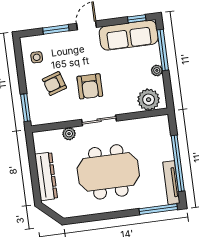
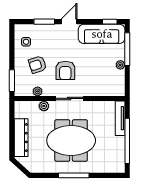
plant: (149, 100) -> (38, 91), moved, width x0.53, depth x0.53
tv unit: (171, 183) -> (120, 118), moved
window: (158, 209) -> (74, 175), moved

